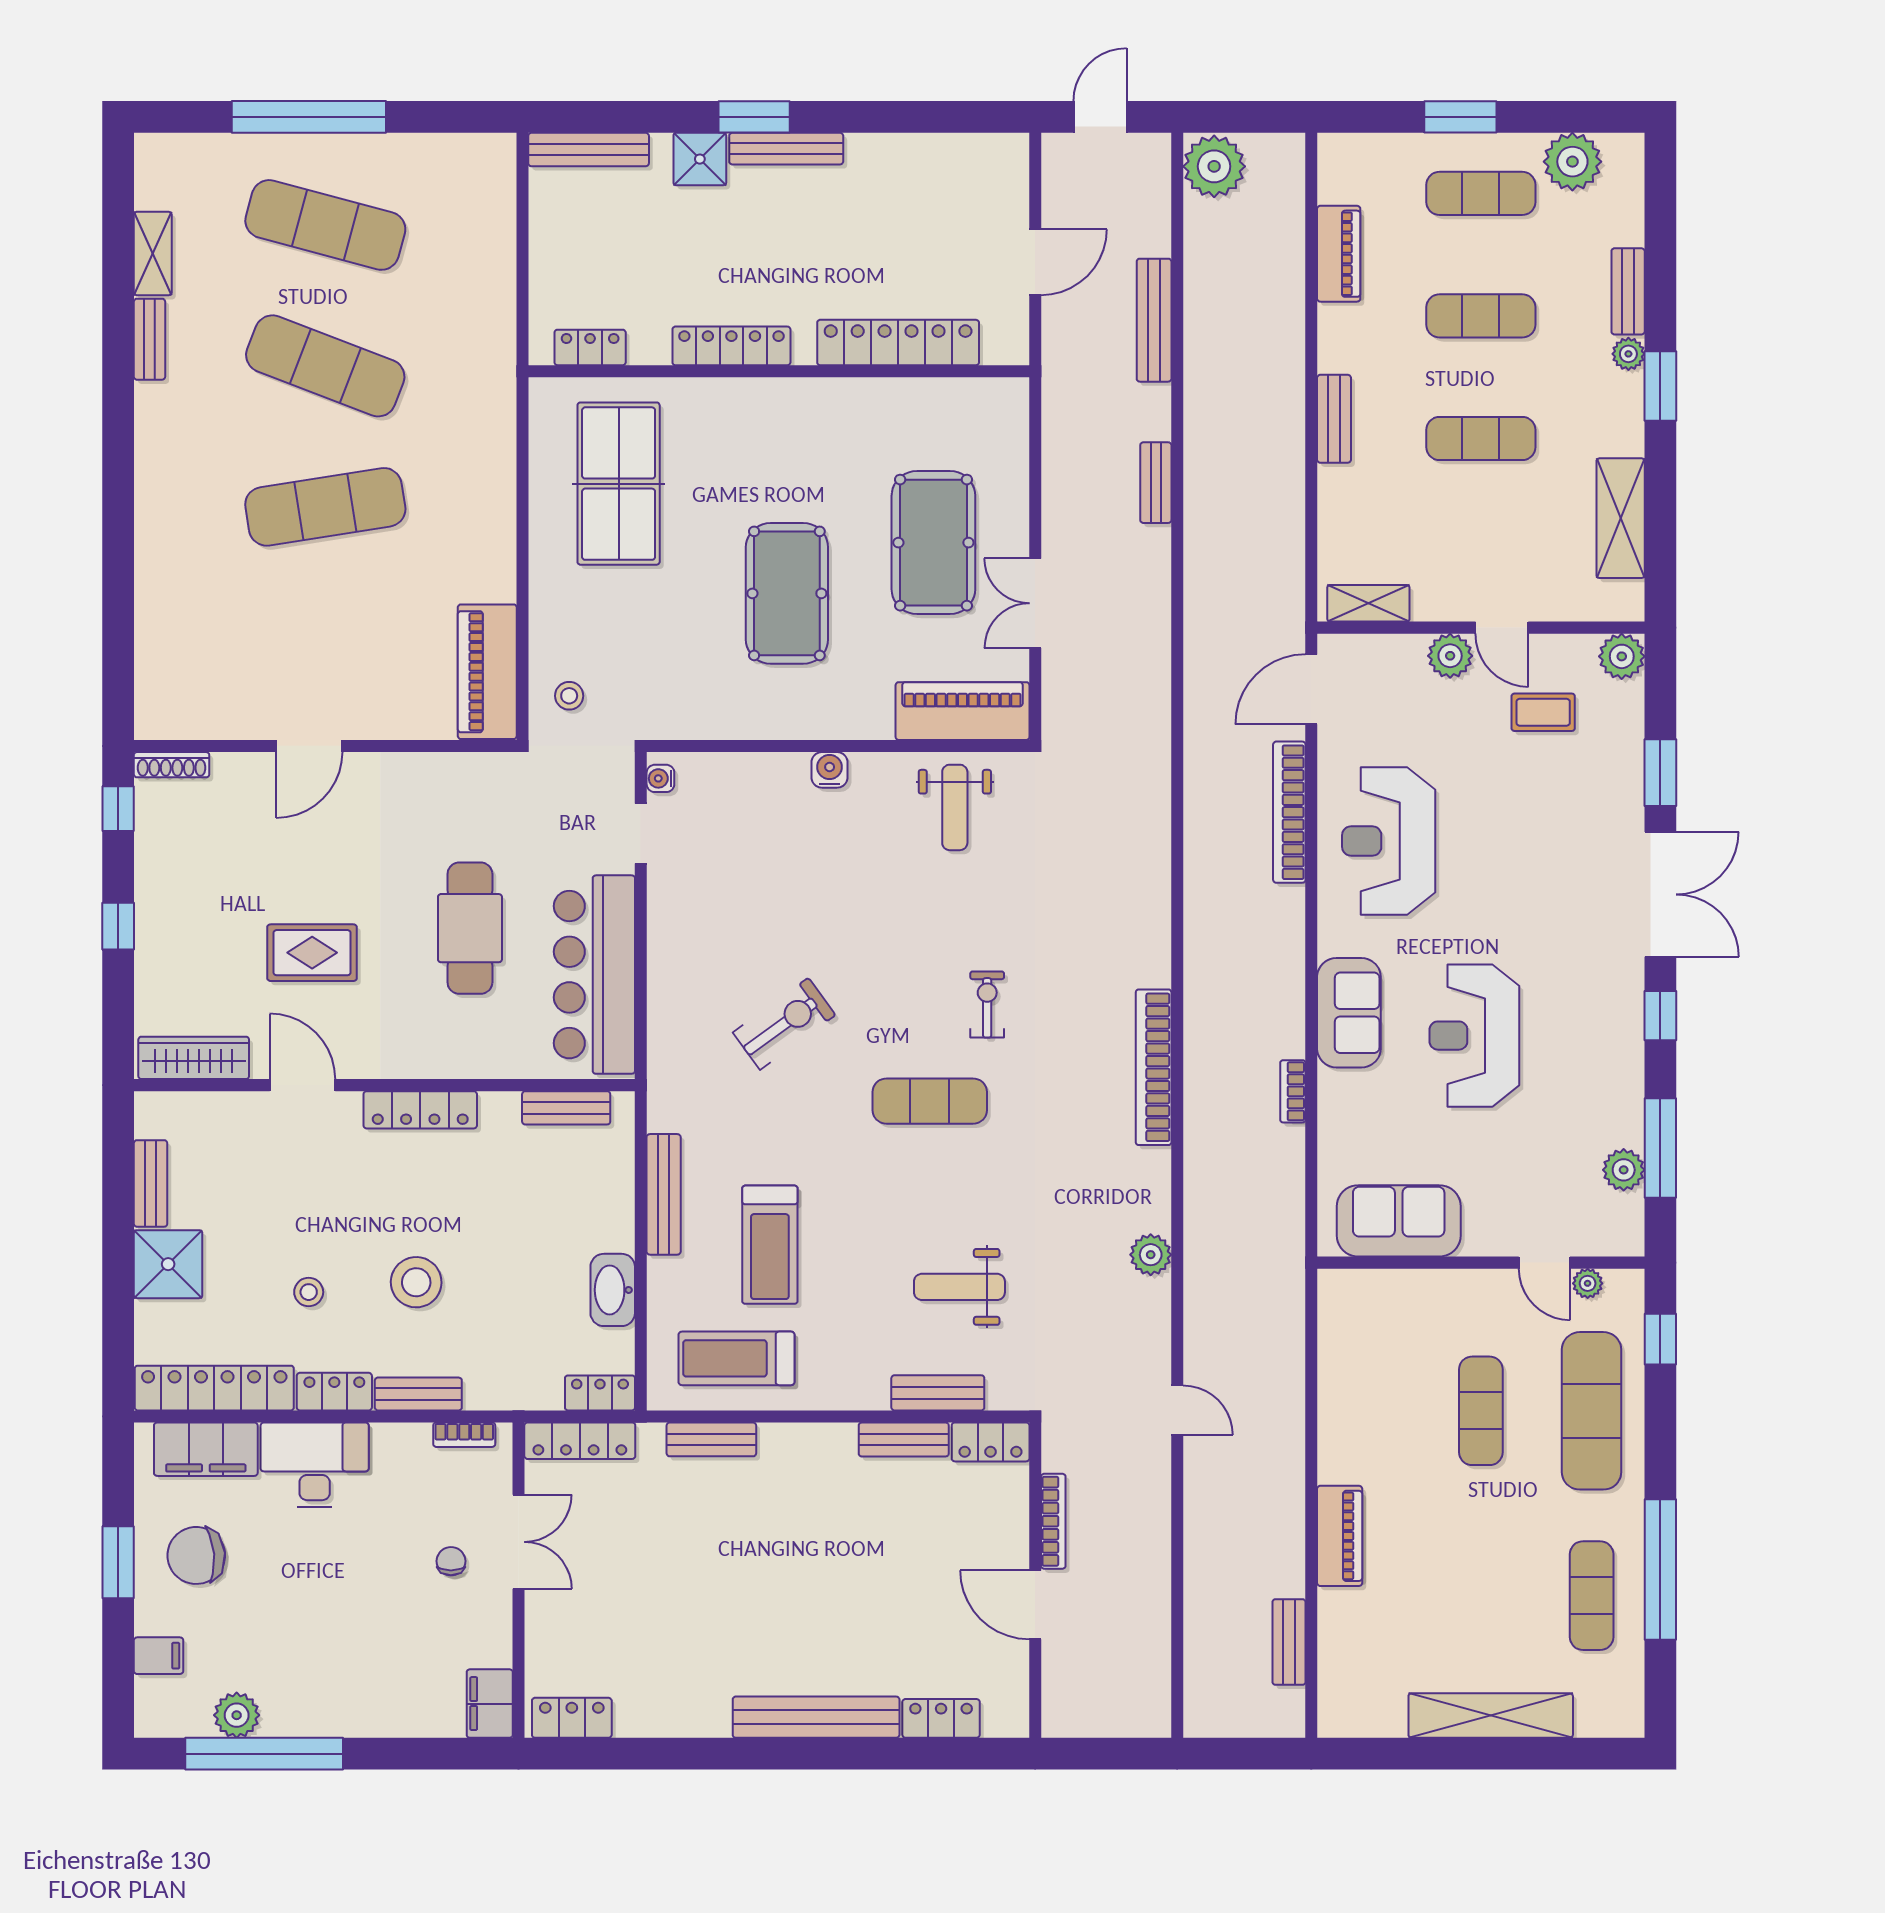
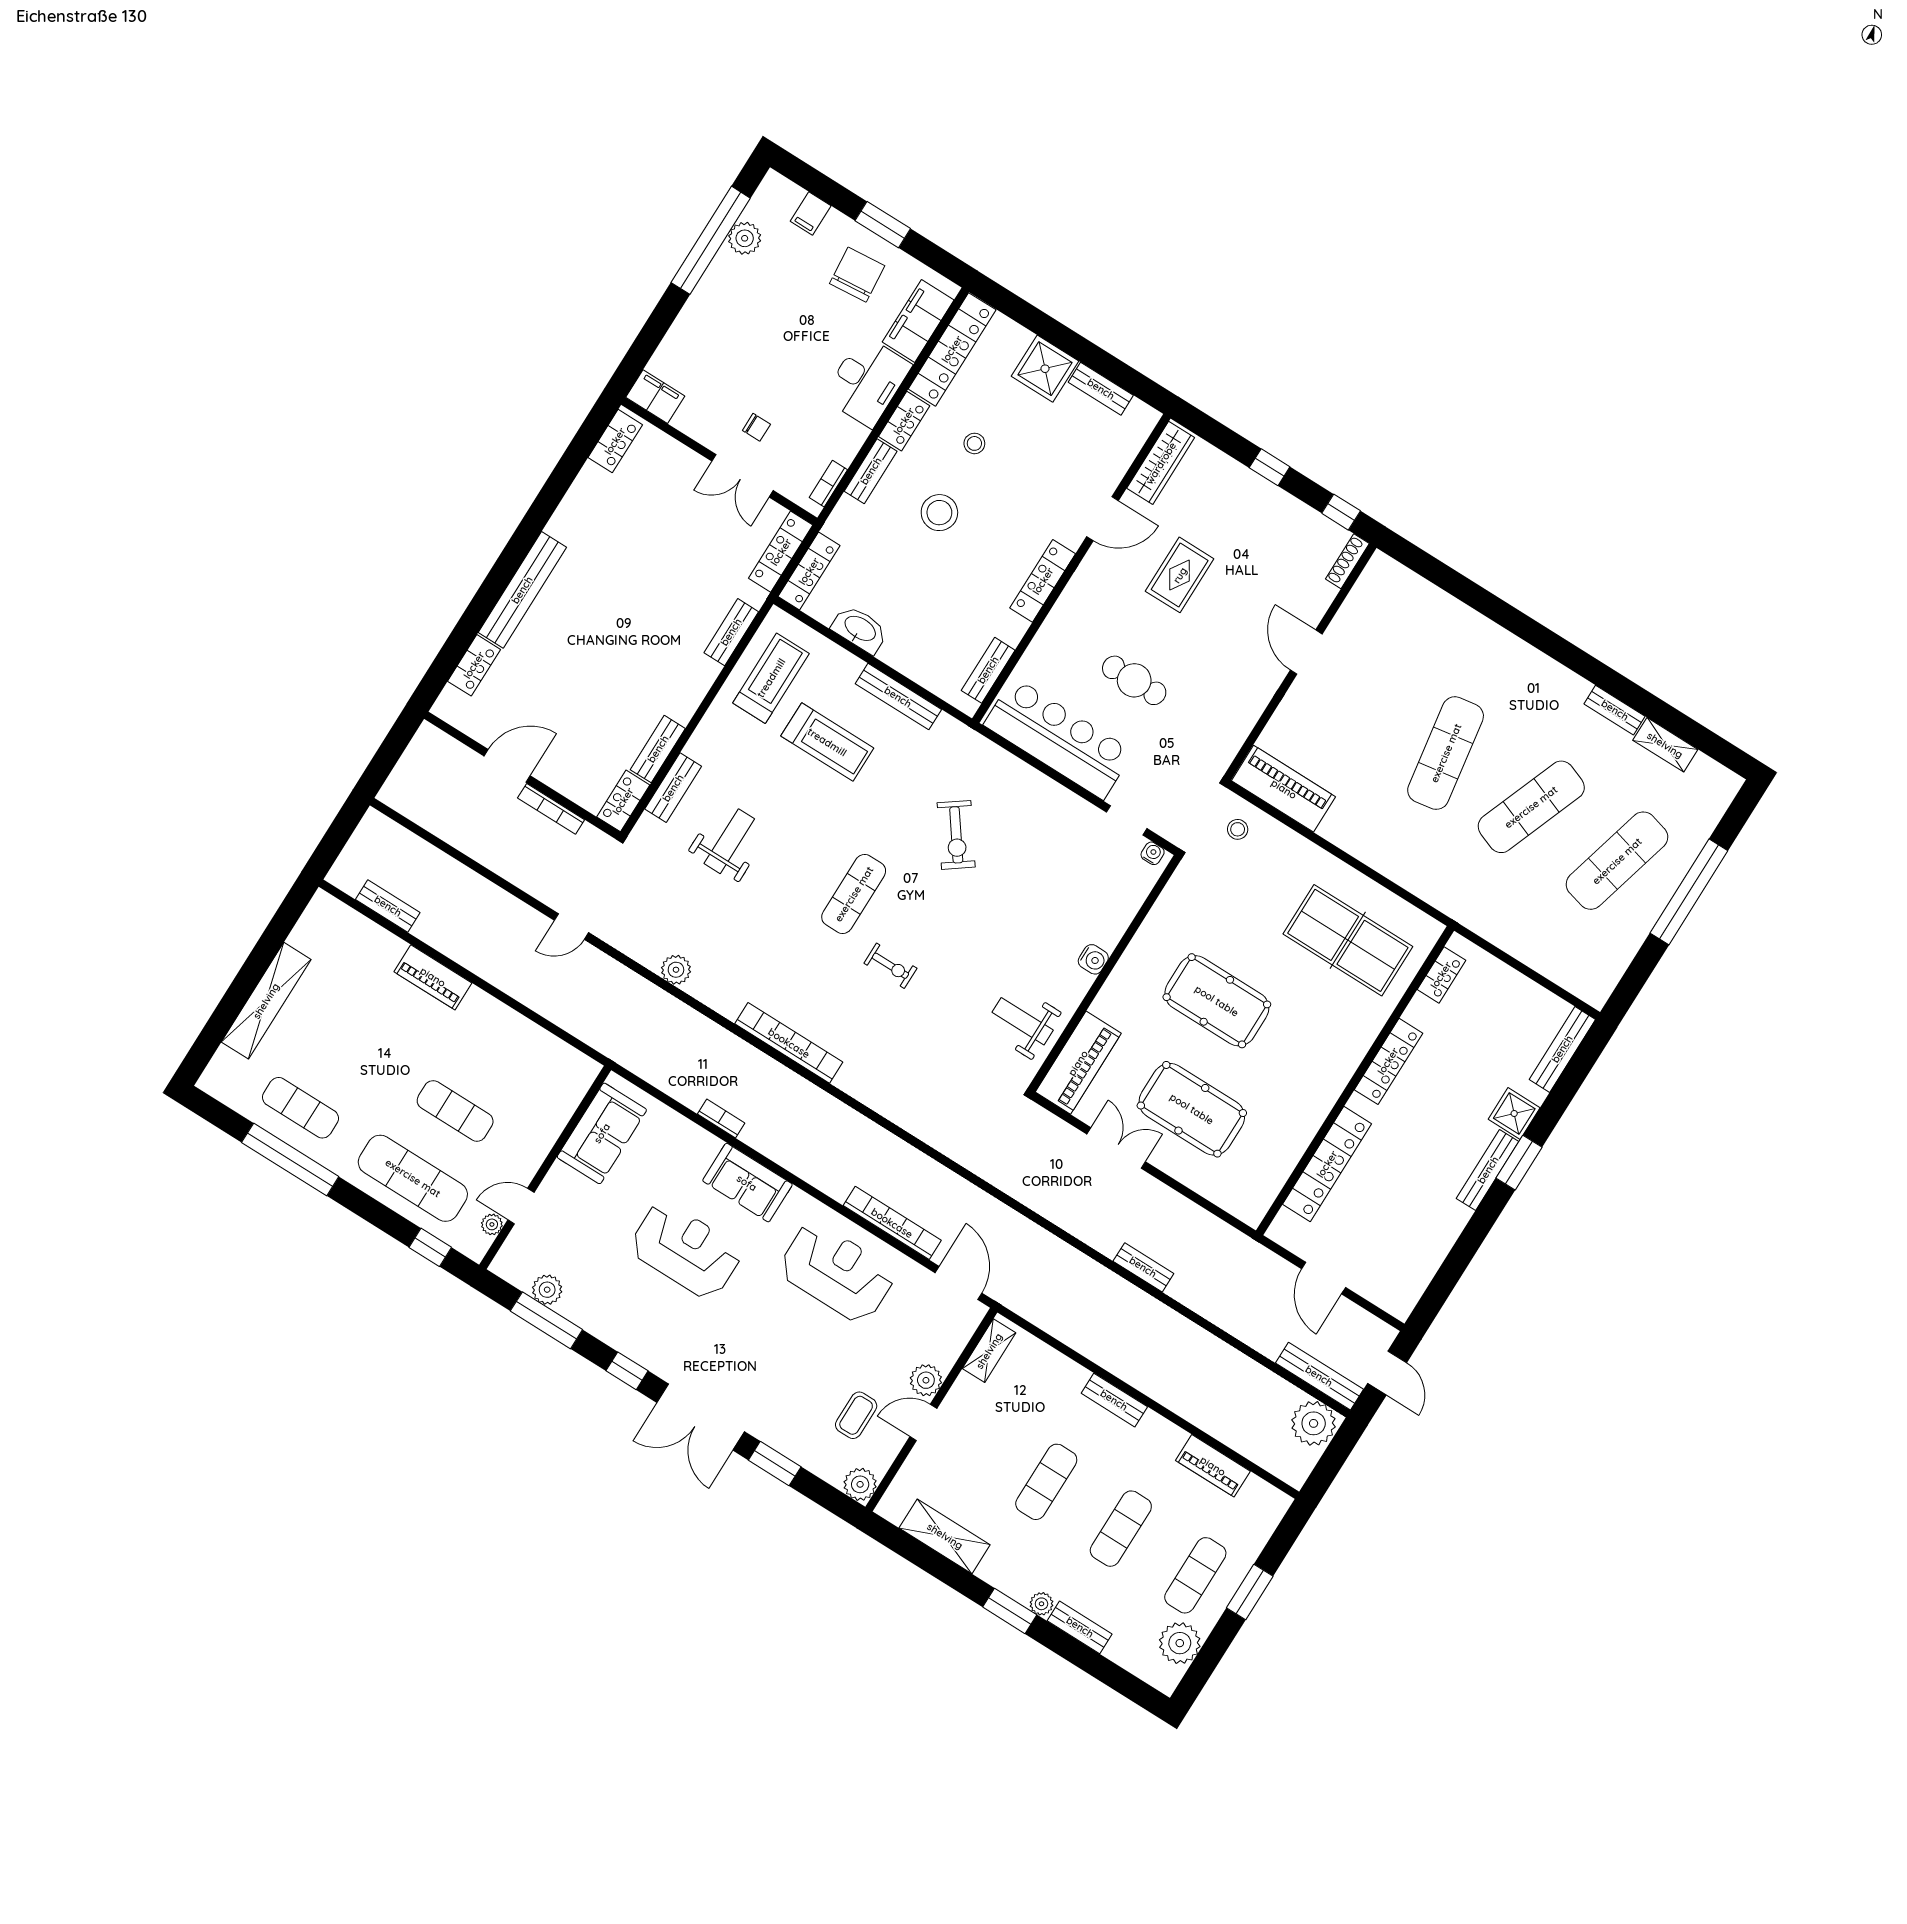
bench: (1154, 320) -> (1319, 1376), moved
cafe table: (470, 928) -> (1134, 680), width x0.73, depth x0.74
treadmill: (770, 1245) -> (827, 742), turned 180
locker: (600, 1393) -> (809, 571), width x1.53

